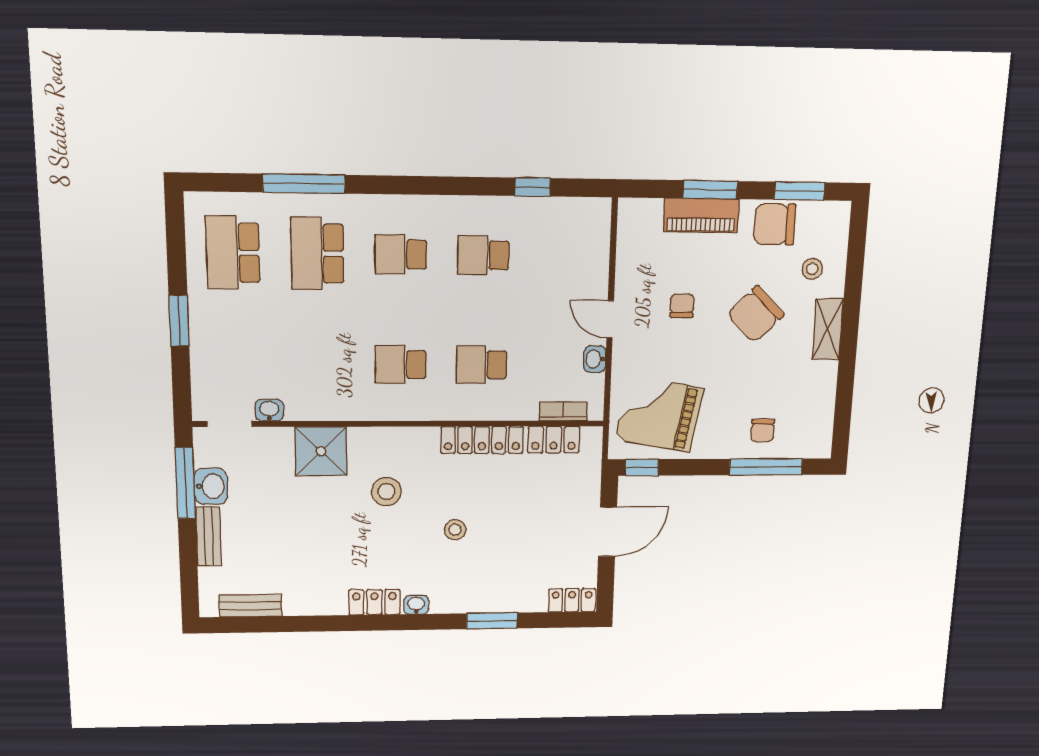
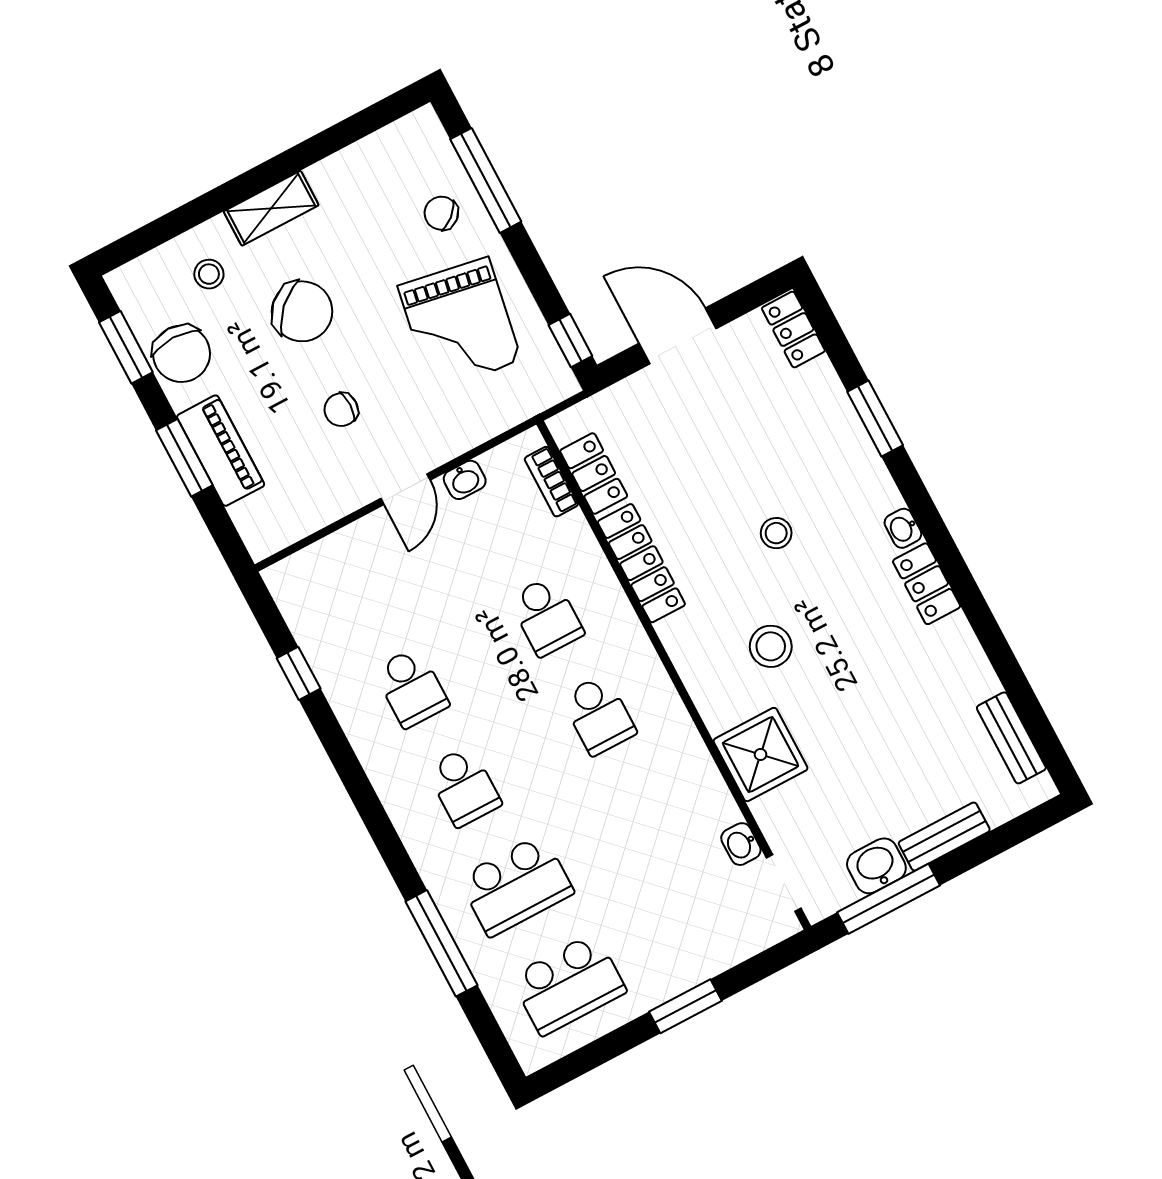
grand piano: (659, 414) -> (460, 324), moved
chair: (763, 430) -> (441, 213), turned -131

